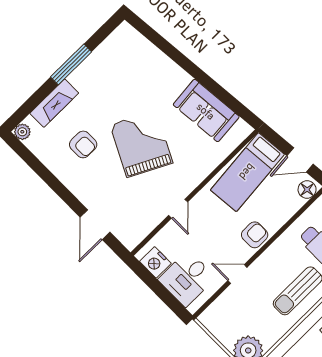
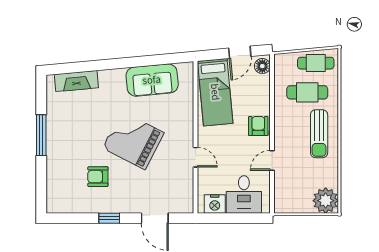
fireplace: (54, 103) -> (76, 81), moved, turned 85
plant: (22, 132) -> (53, 206), removed
armchair: (83, 144) -> (98, 177), turned 180
window: (58, 187) -> (109, 218), added

